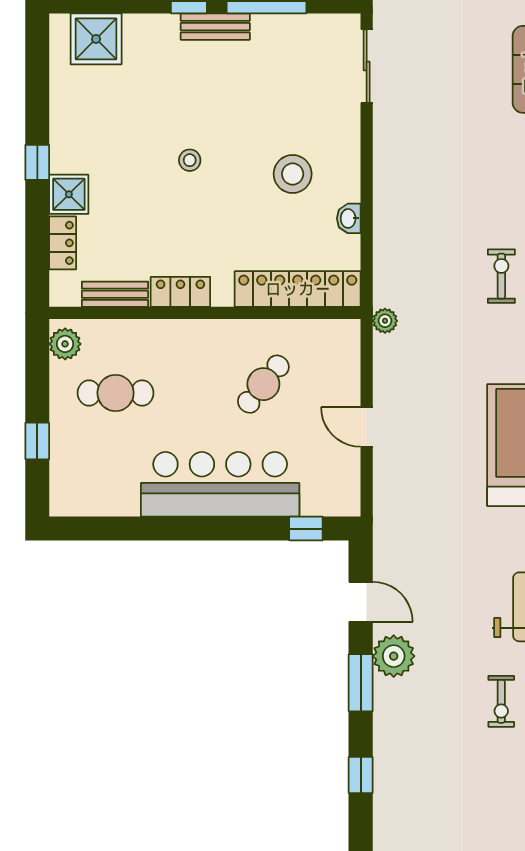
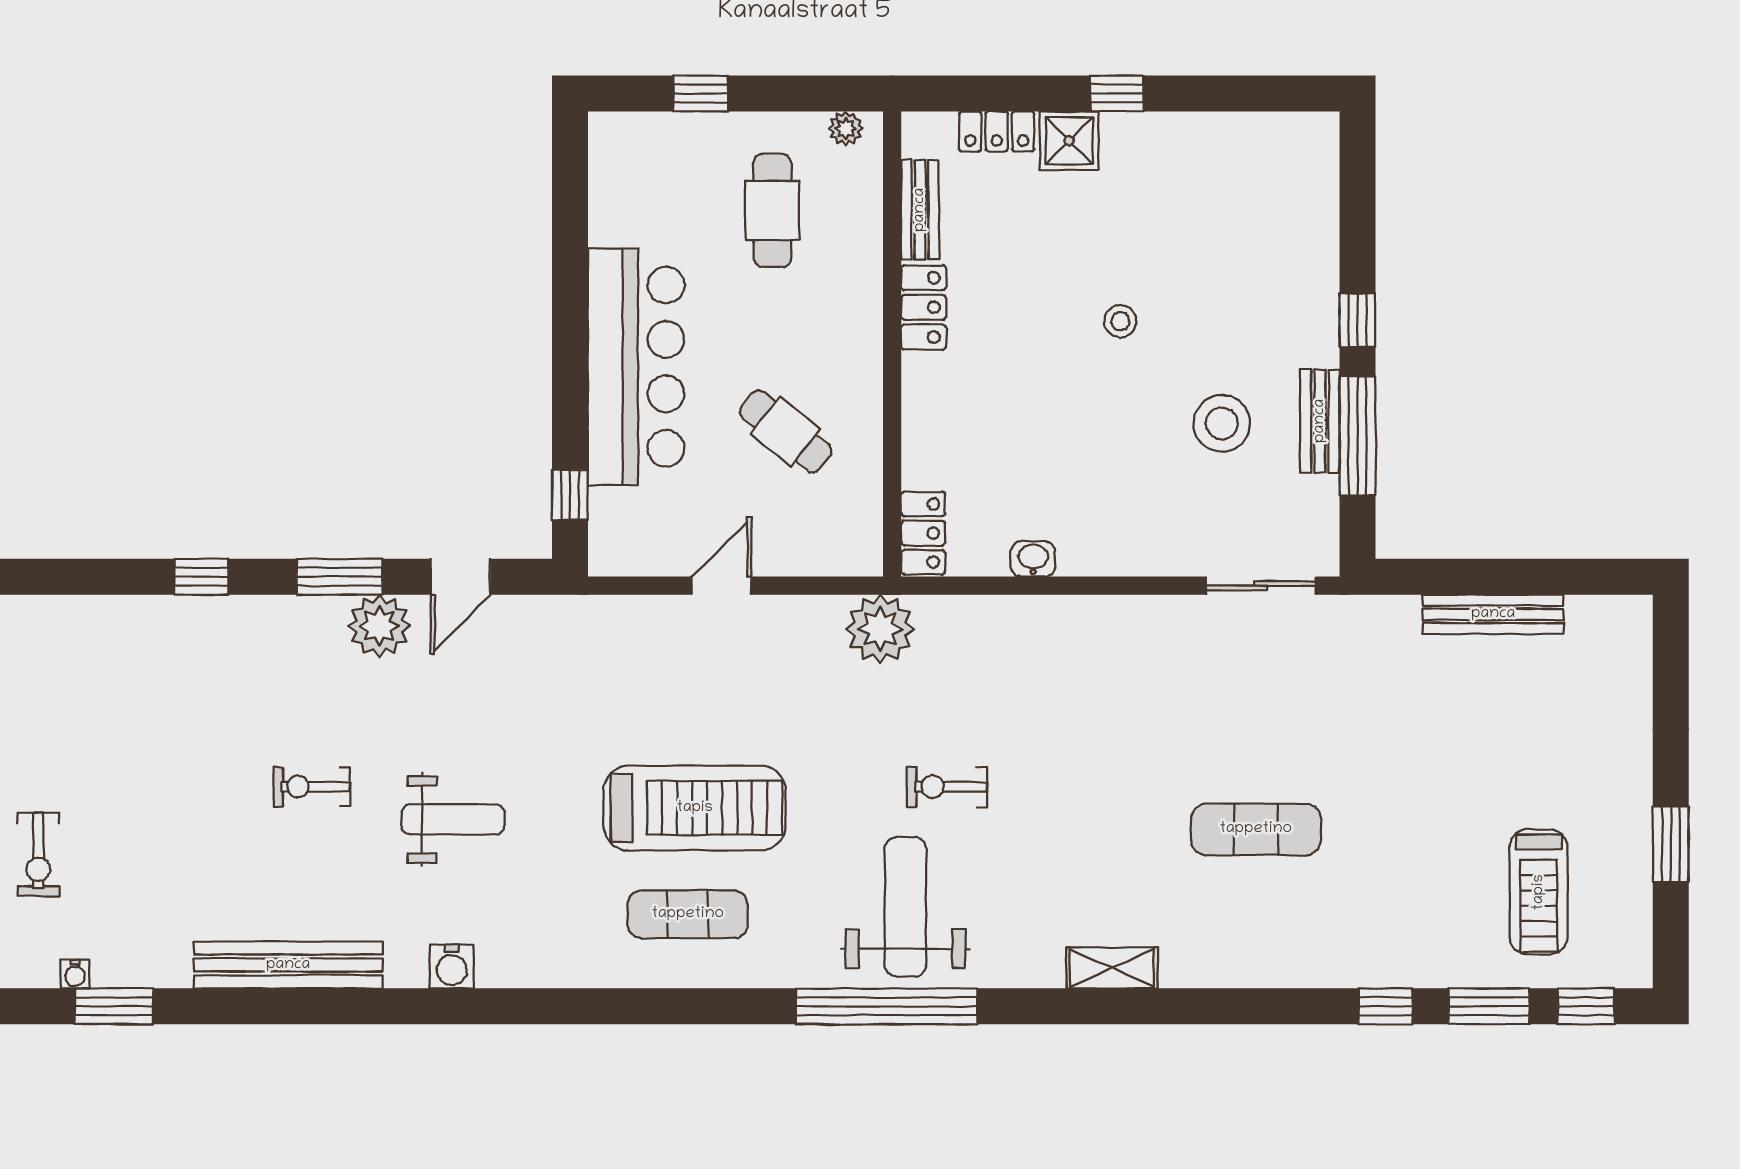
bench: (215, 27) -> (1320, 421), moved
shower: (96, 39) -> (1301, 181), removed
stool: (293, 174) -> (1222, 423), moved
exercise bike: (501, 276) -> (947, 787), turned 180
locker: (298, 289) -> (923, 533), width x0.46, depth x0.83
plant: (385, 321) -> (880, 629), width x1.88, depth x1.88
plant: (65, 344) -> (846, 128), width x0.73, depth x0.73

